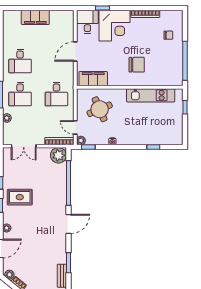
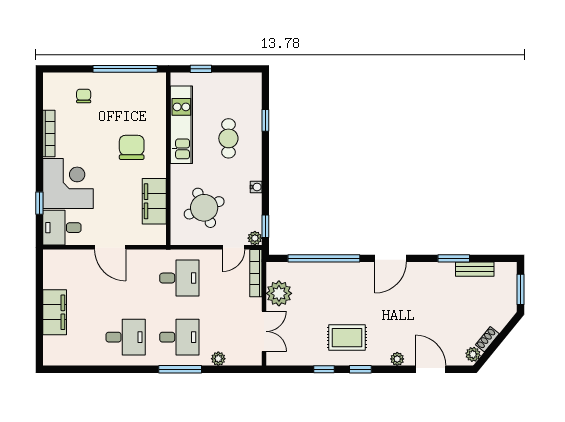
filing cabinet: (93, 79) -> (154, 201), moved
cafe table: (142, 124) -> (228, 138), added
plant: (58, 155) -> (279, 293), moved
rug: (20, 197) -> (347, 338), turned 90
door: (69, 224) -> (391, 258), swing flipped

